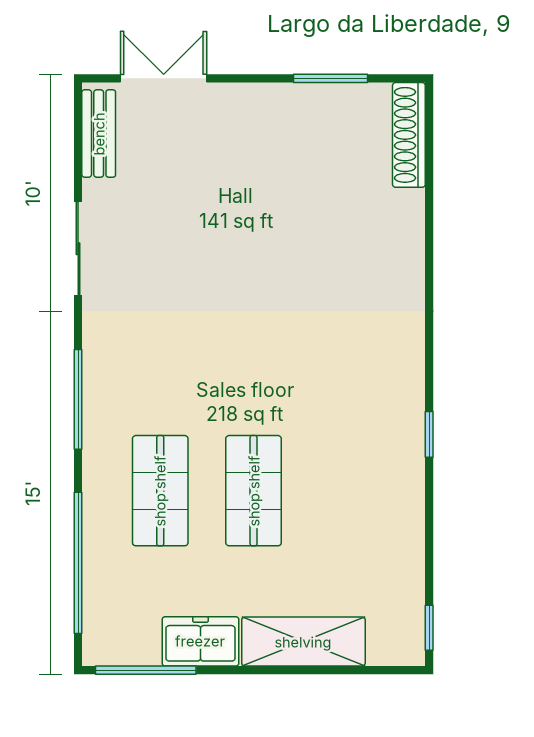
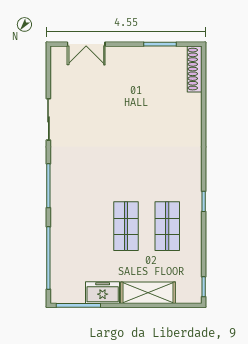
double door: (164, 78) -> (86, 44), swing flipped
bench: (99, 134) -> (58, 68), removed
shop shelf: (160, 491) -> (167, 226), moved

